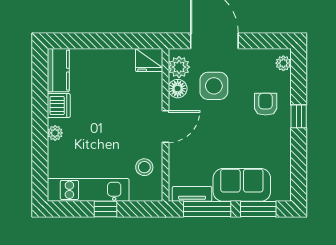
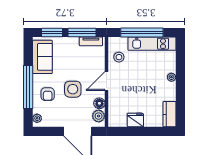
fridge: (149, 60) -> (135, 120), moved
side table: (214, 86) -> (73, 89), moved
dishwasher: (59, 106) -> (169, 93), removed
window: (299, 116) -> (28, 87), width x3.17
sofa: (242, 185) -> (42, 57), moved, turned -90
window: (105, 209) -> (142, 33), width x3.17

